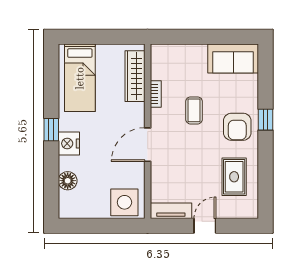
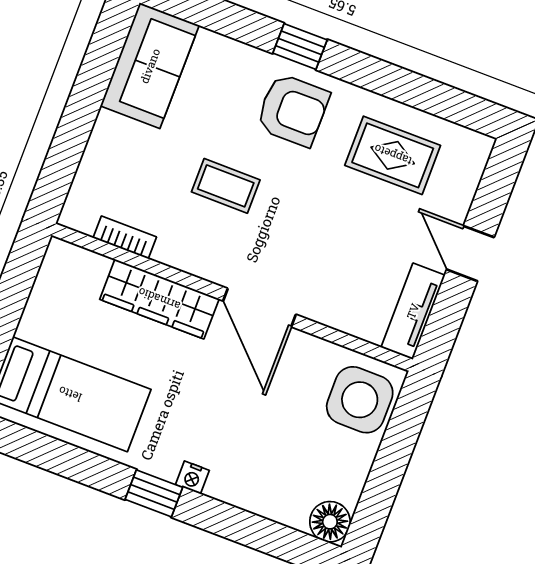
wardrobe: (135, 76) -> (159, 299), moved
bookcase: (156, 94) -> (125, 237), moved
nightstand: (69, 143) -> (192, 477), width x0.53, depth x0.56
floor lamp: (68, 181) -> (330, 522), moved

